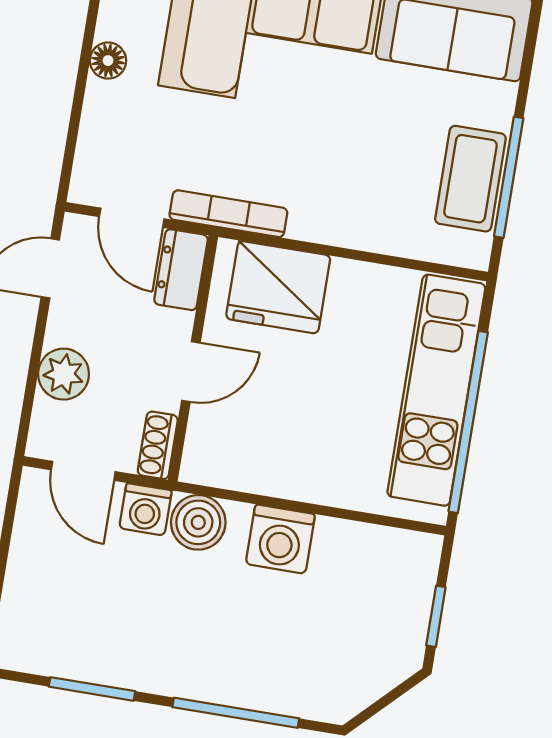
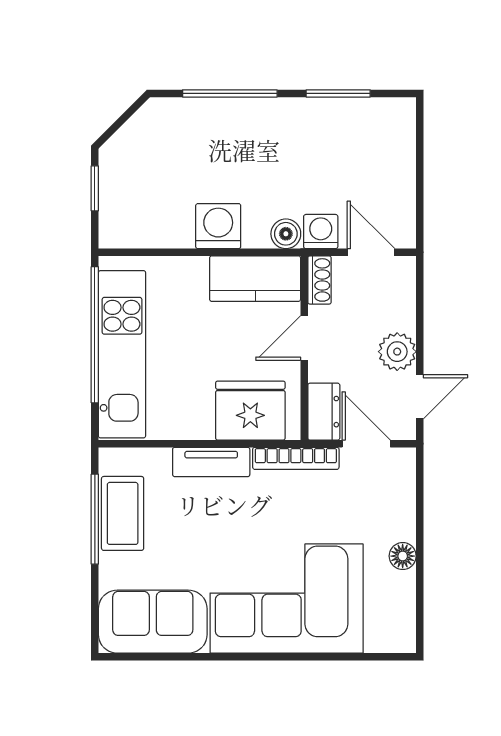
tv unit: (342, 227) -> (211, 462), added
plant: (64, 374) -> (397, 352), moved
kitchen counter: (243, 461) -> (255, 279), added
boiler: (198, 522) -> (286, 234), width x0.73, depth x0.73

